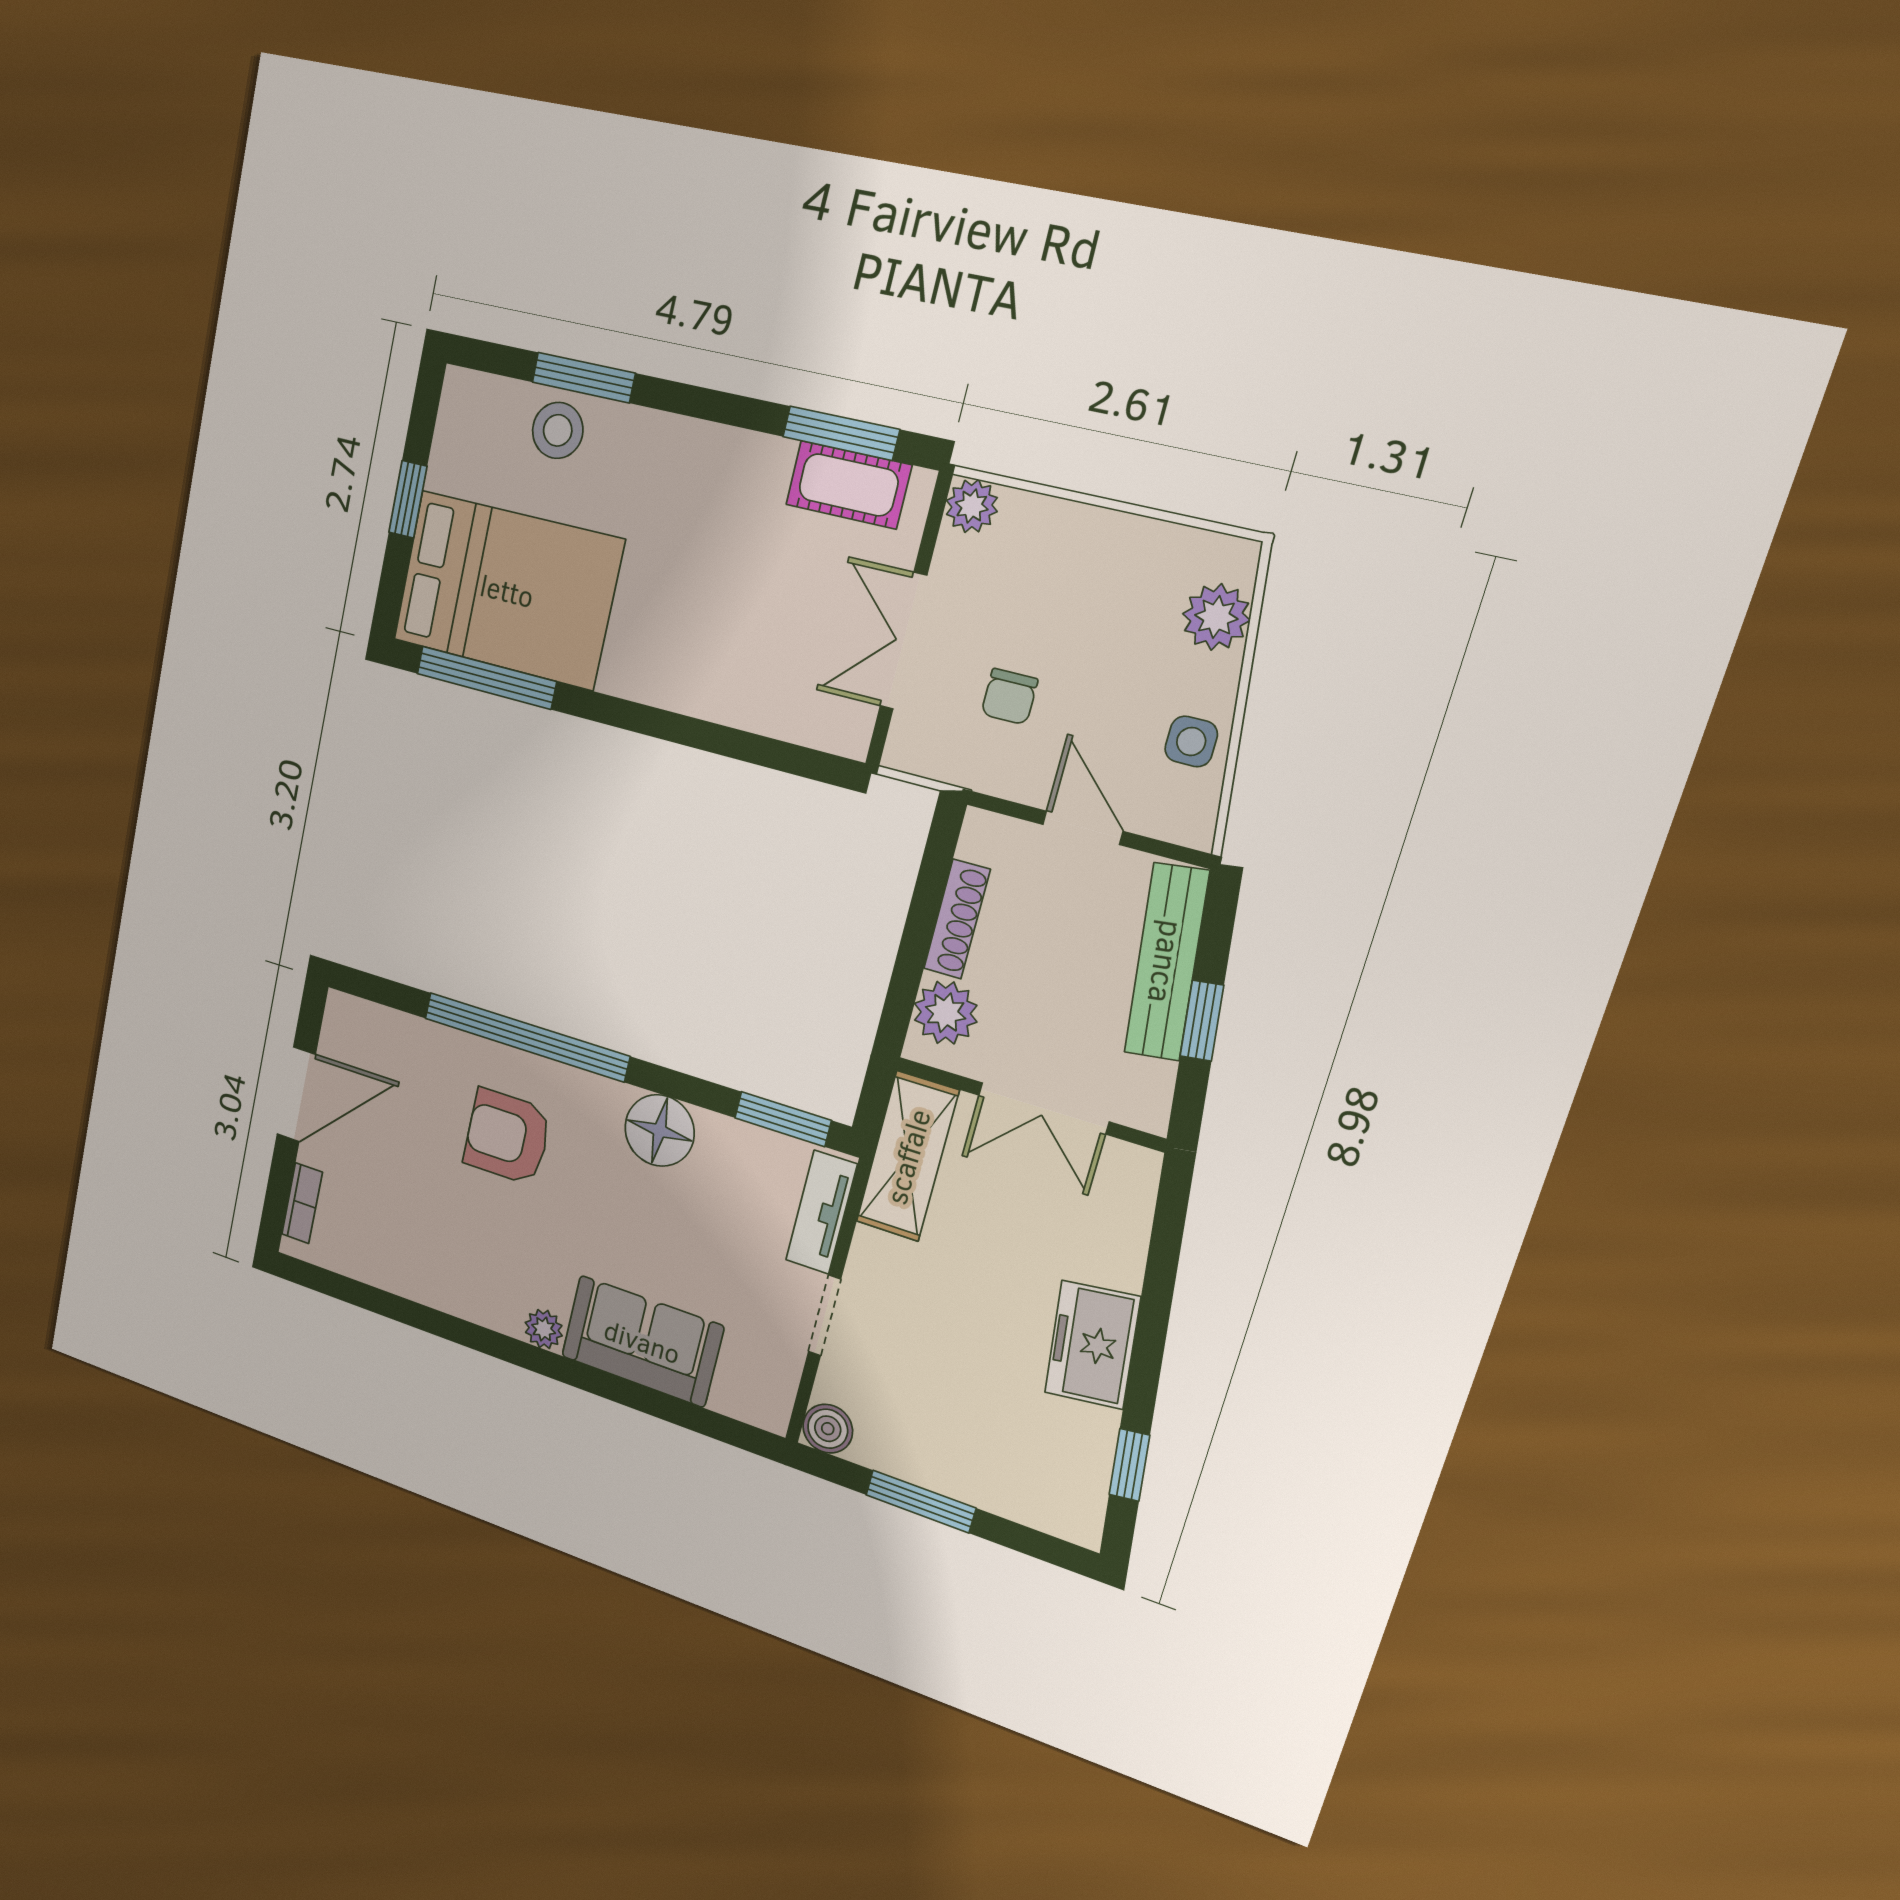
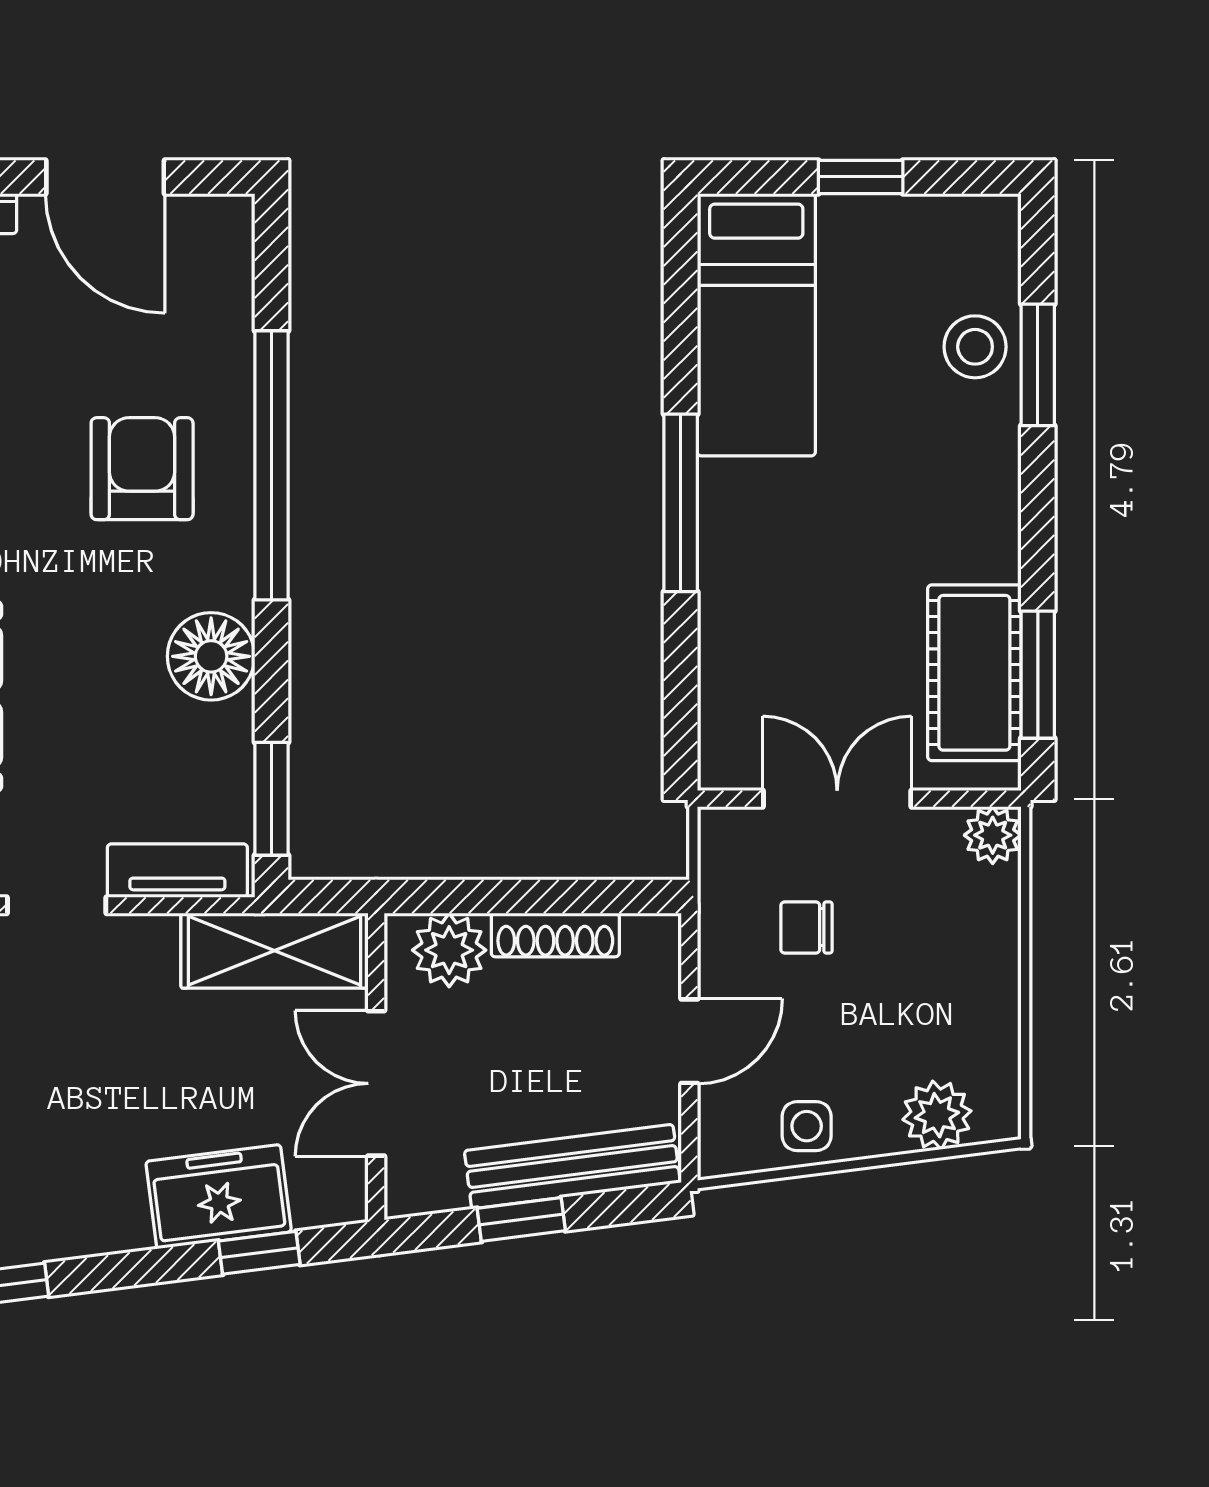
cot: (848, 485) -> (974, 673), width x1.37, depth x1.34
bed: (507, 590) -> (756, 325), width x0.67
window: (486, 678) -> (681, 503), moved
window: (1164, 1252) -> (259, 1253), added
freezer: (1092, 1345) -> (219, 1197), moved

